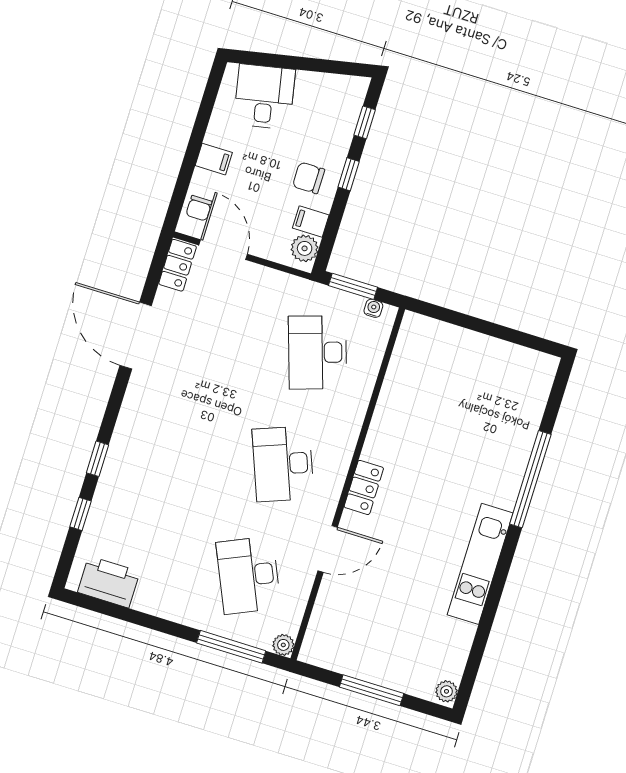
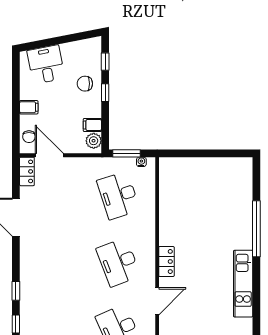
chair: (309, 178) -> (85, 84), moved

